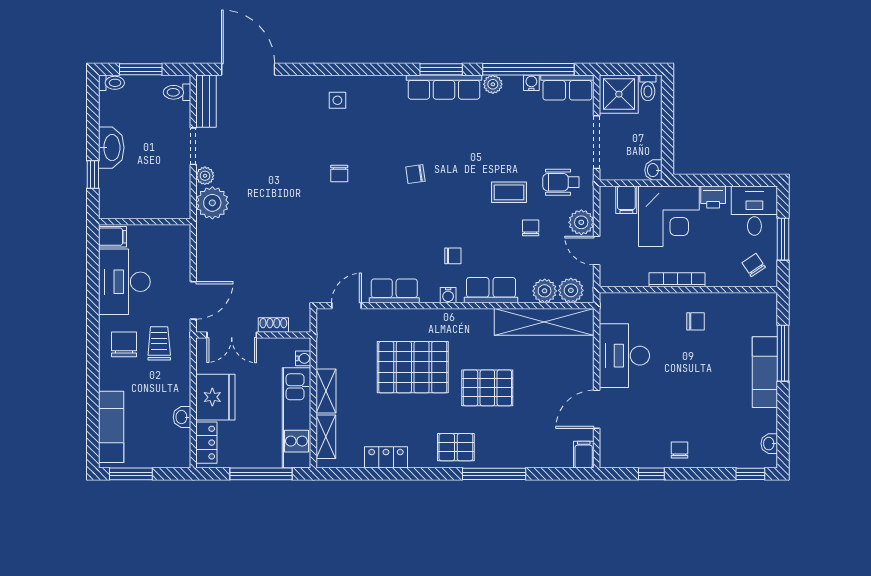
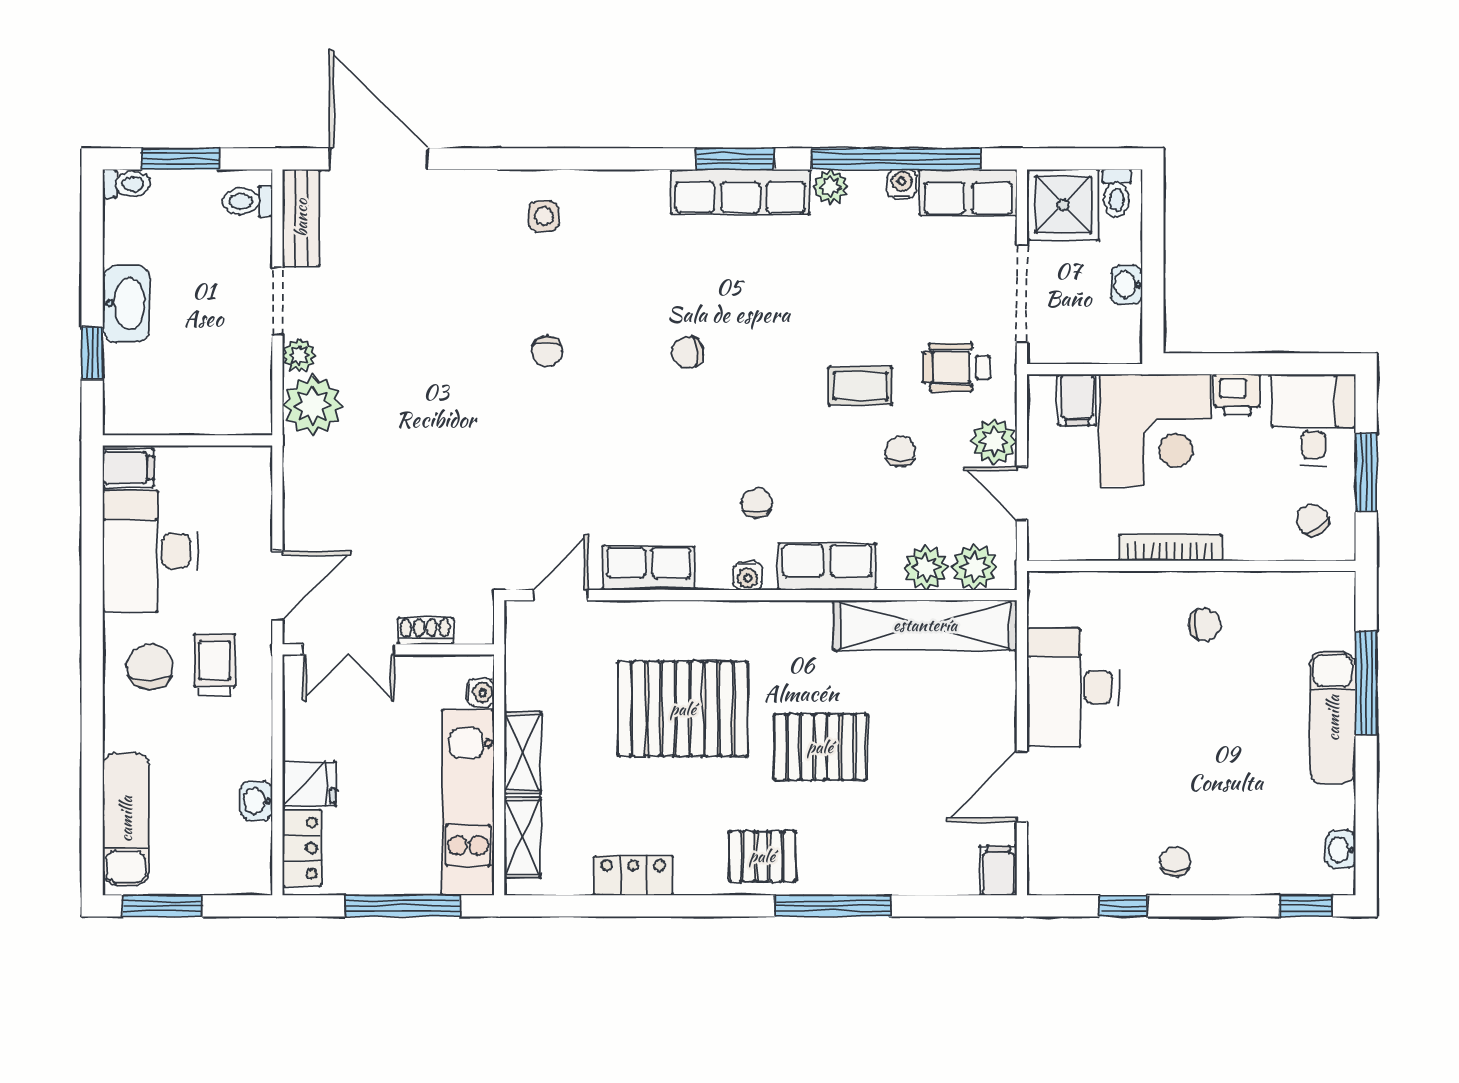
washbasin: (653, 170) -> (1127, 285), moved
chair: (453, 256) -> (757, 503), turned -90
fridge: (215, 397) -> (309, 784), width x0.53, depth x0.75

